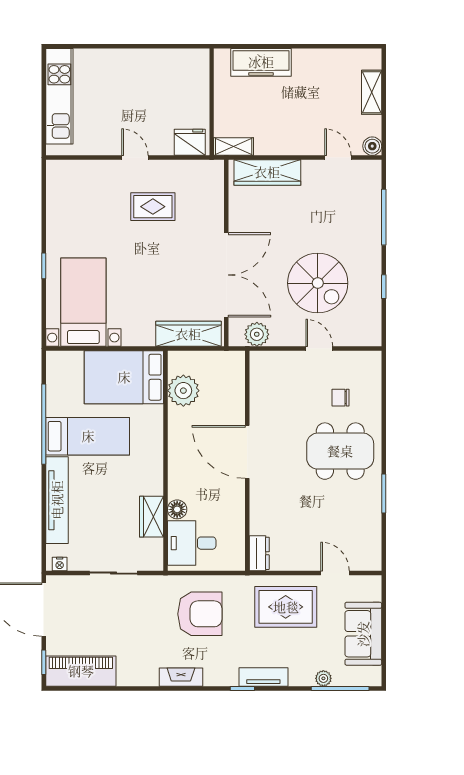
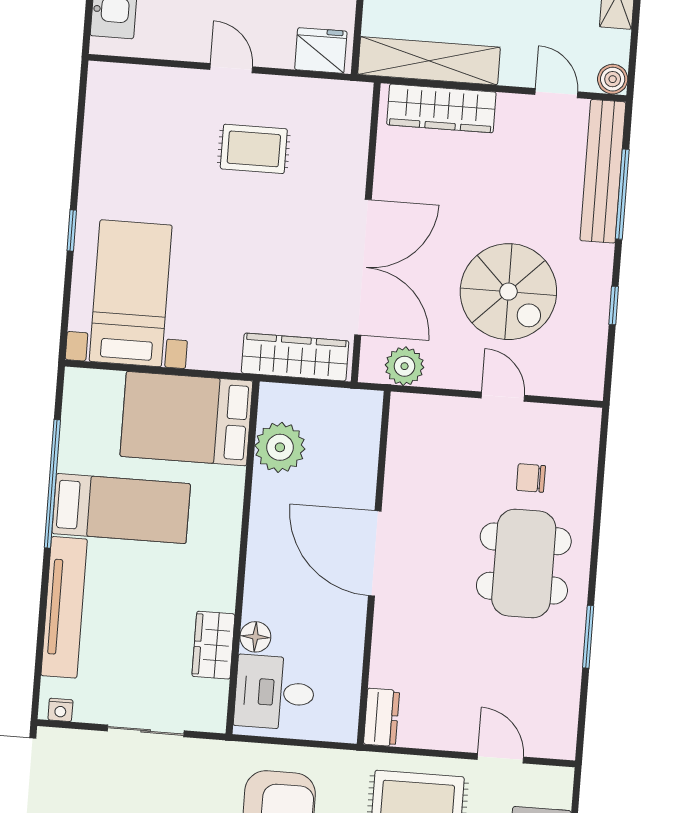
shelving: (234, 147) -> (429, 61), width x2.20, depth x1.33
bench: (371, 204) -> (603, 171), added
dining table: (340, 451) -> (524, 563), turned 90

